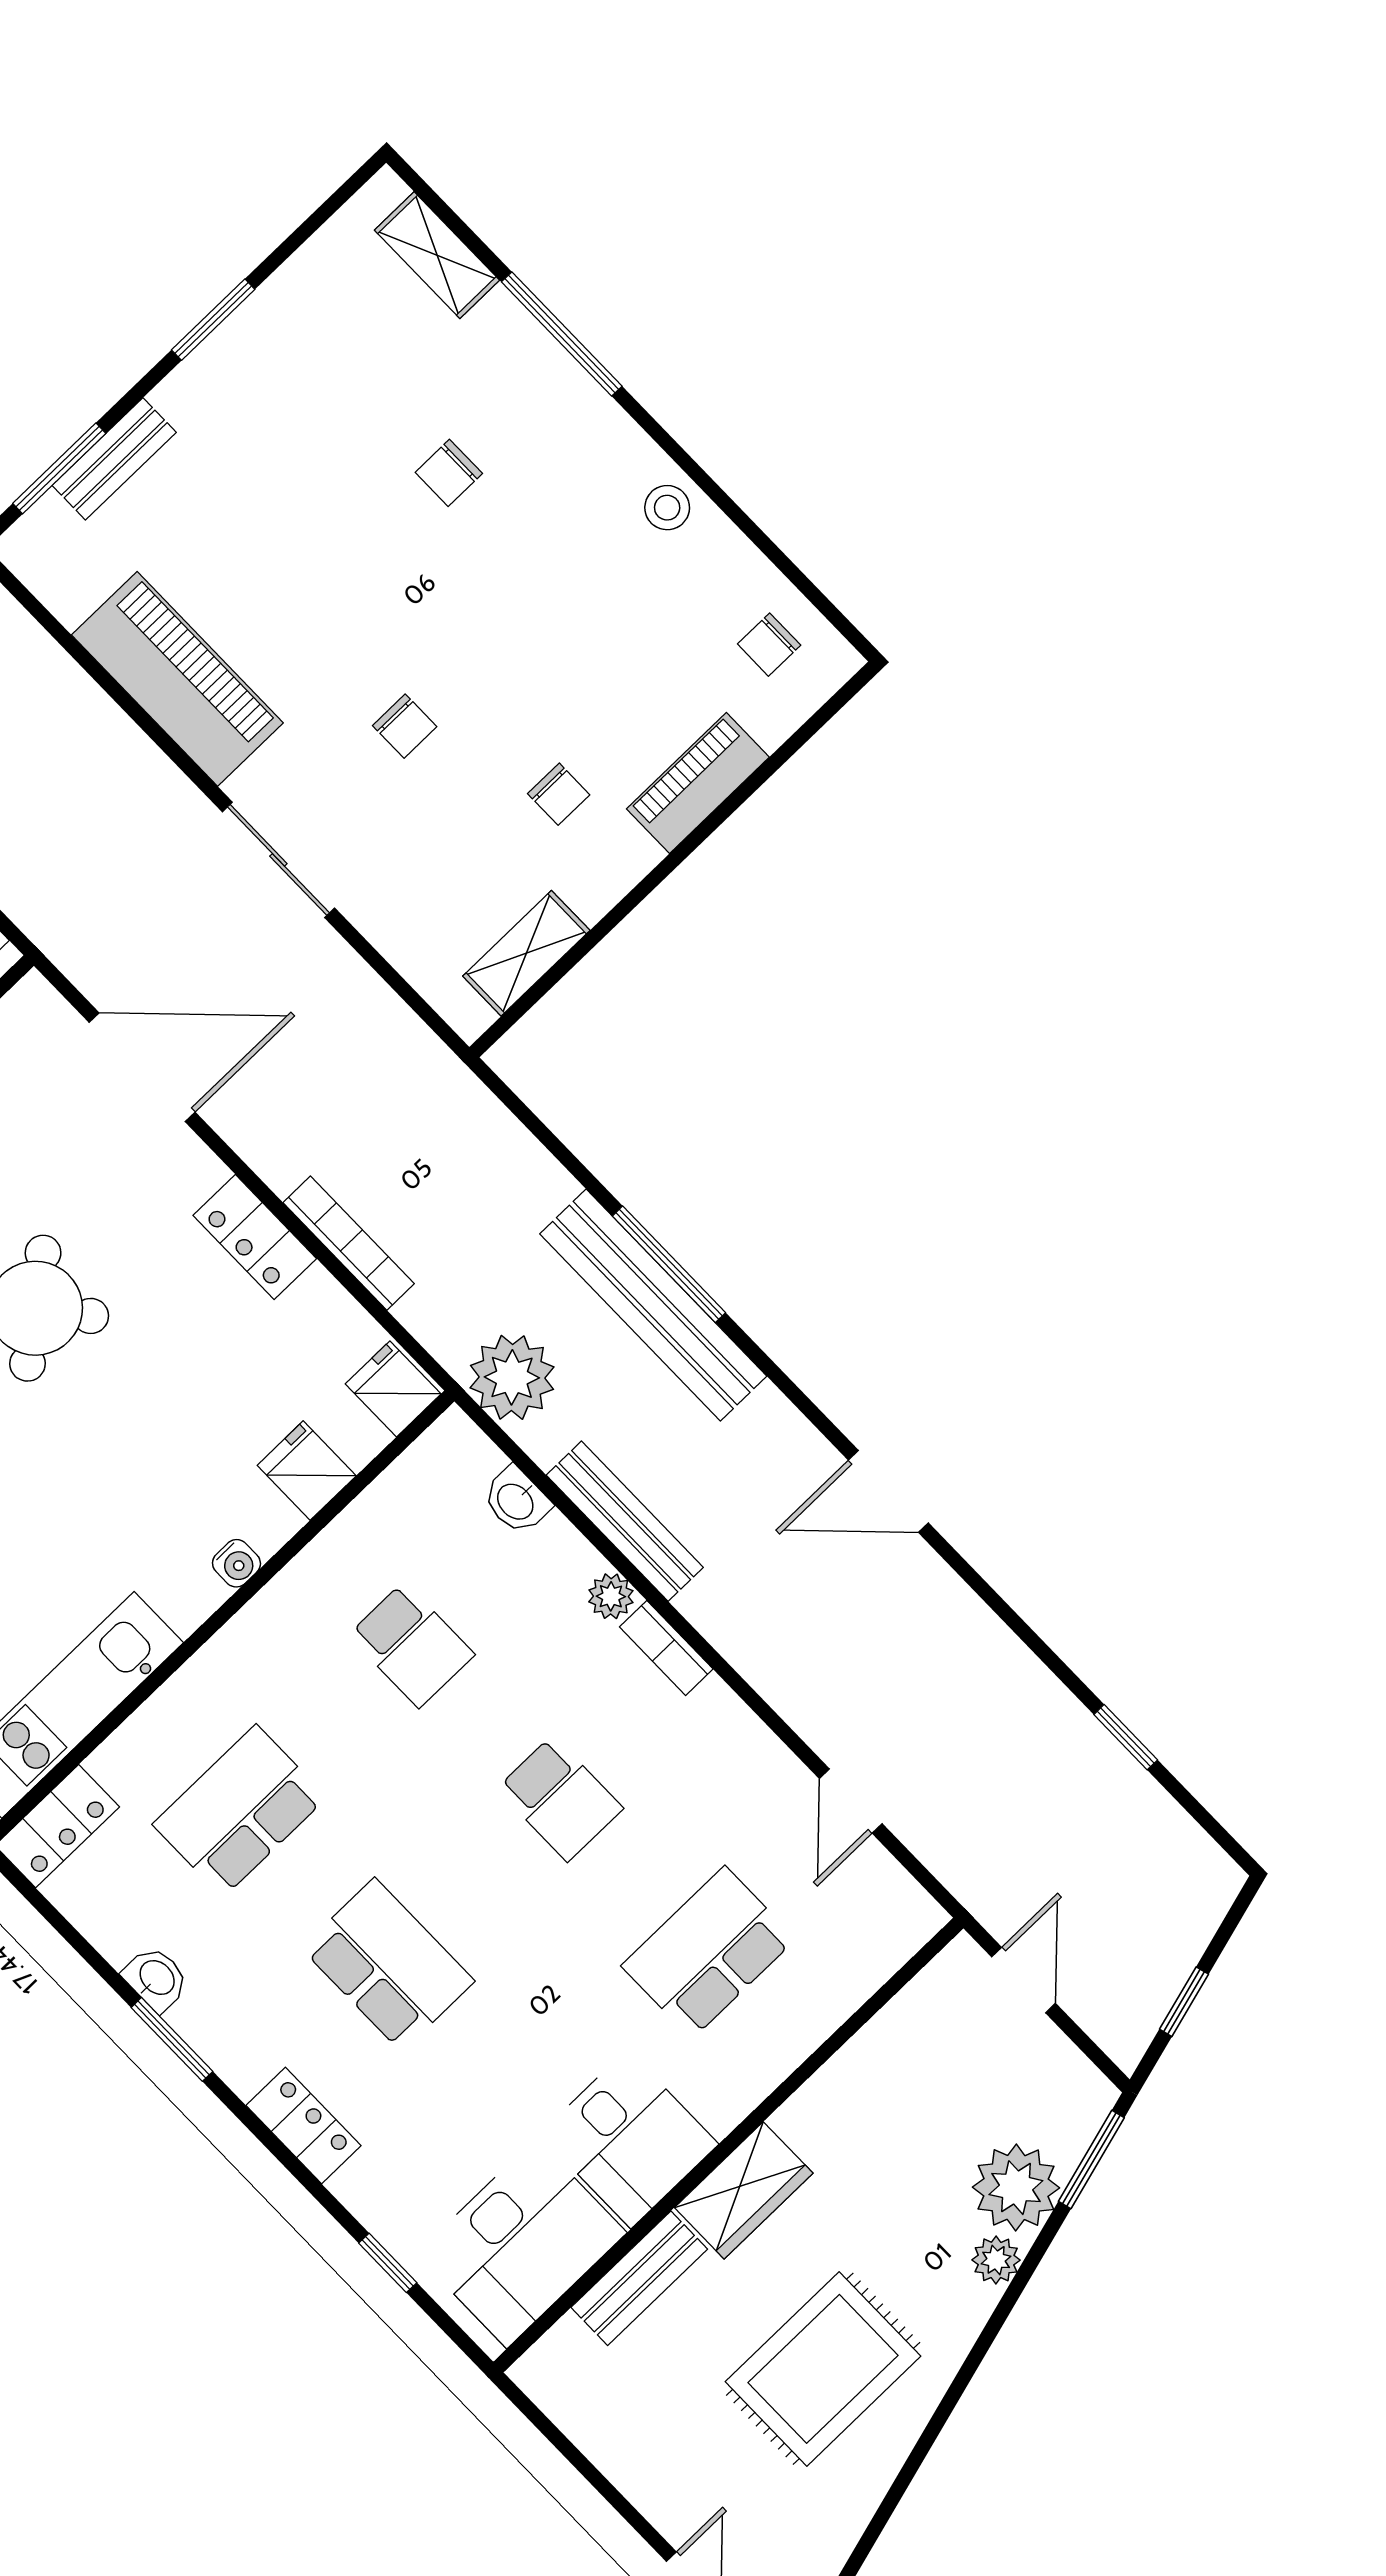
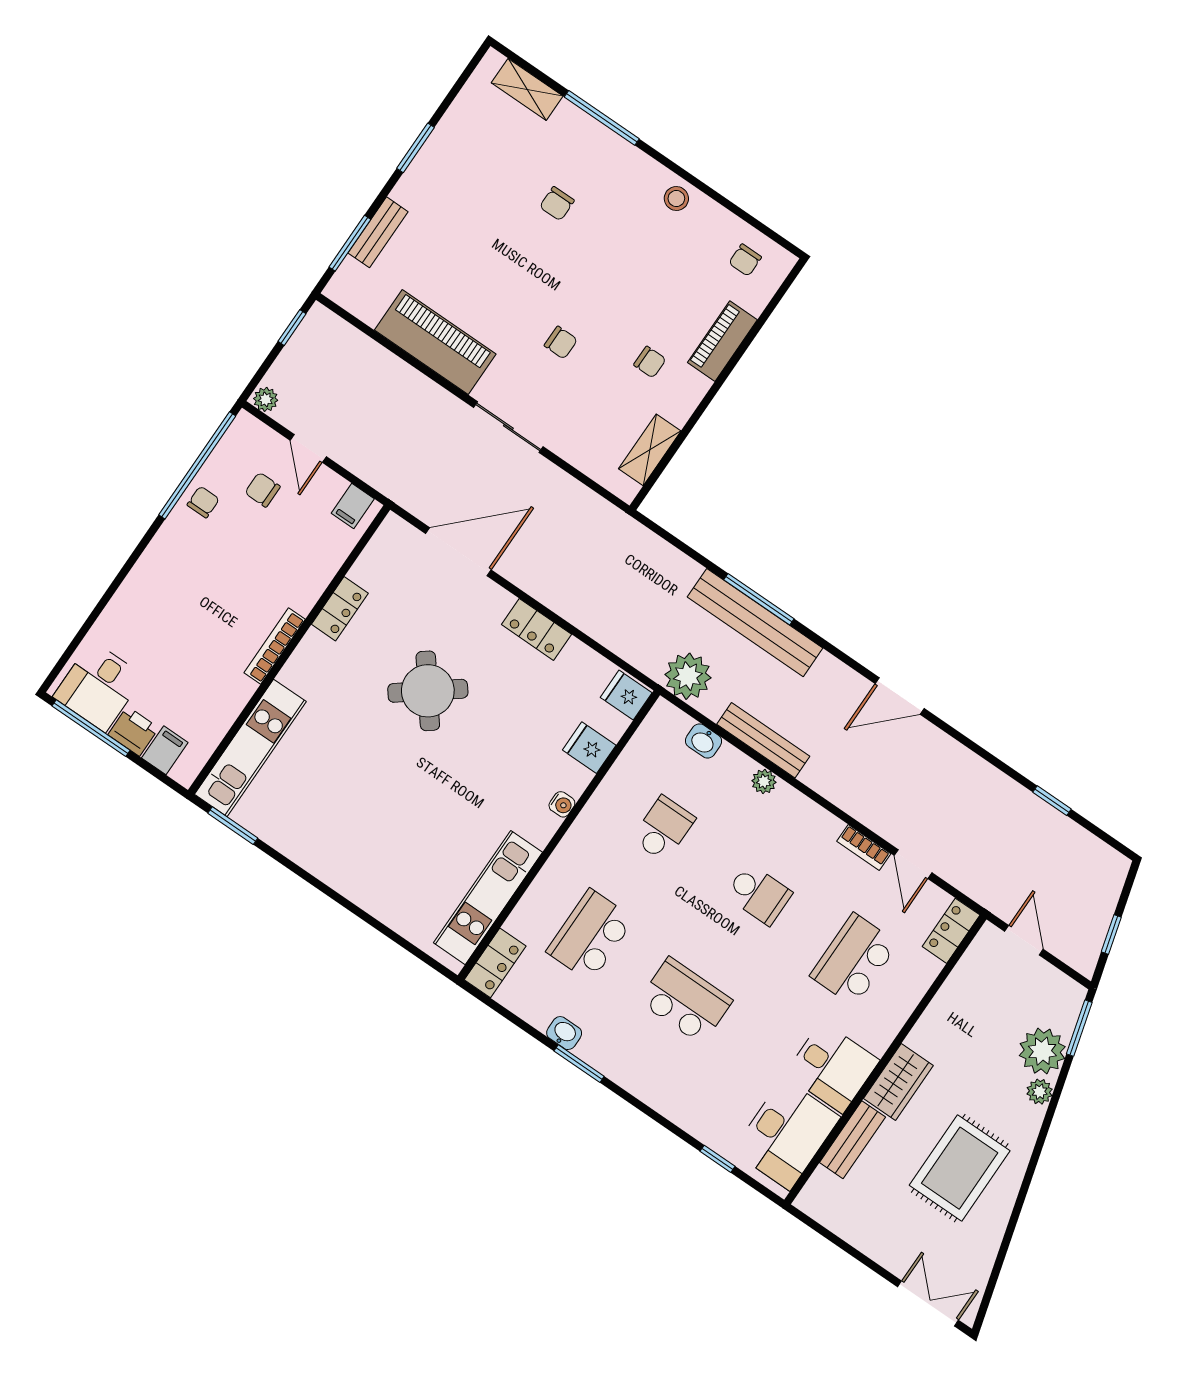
bookcase: (349, 1243) -> (587, 623), removed
school desk: (411, 1645) -> (663, 829), turned -90
bookcase: (666, 1648) -> (864, 847), moved
locker: (304, 2126) -> (951, 931), moved, turned -90

